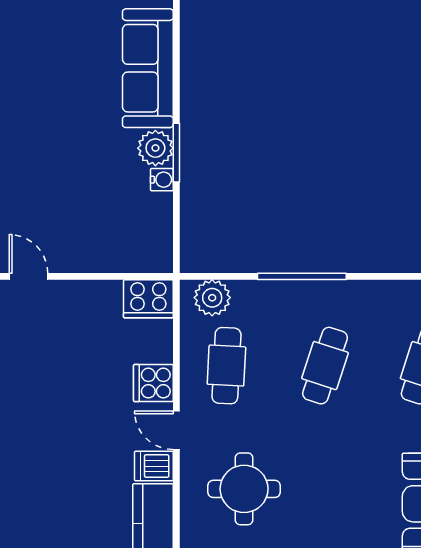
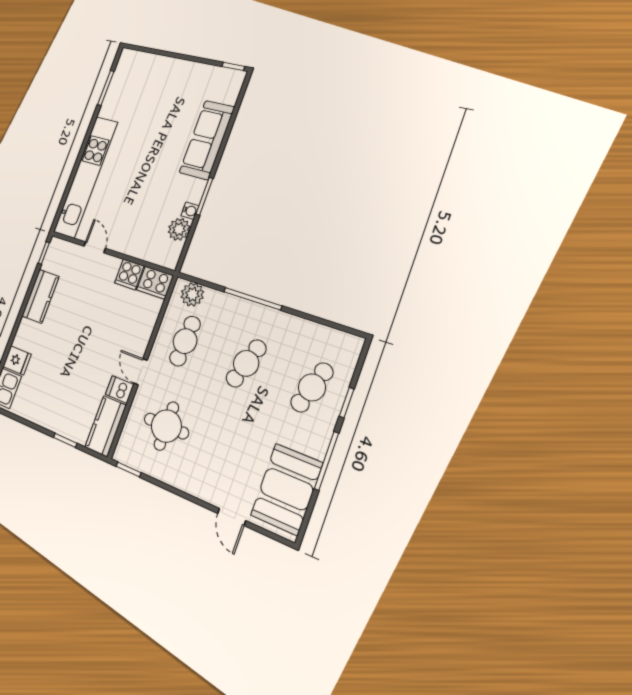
plant: (155, 148) -> (179, 229), moved
cooker: (153, 383) -> (129, 274), moved, turned -90

